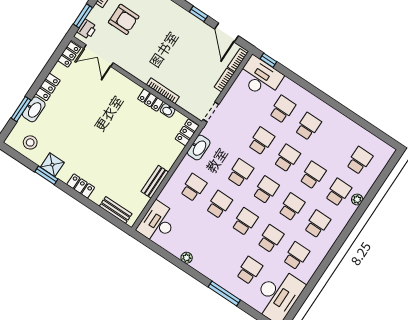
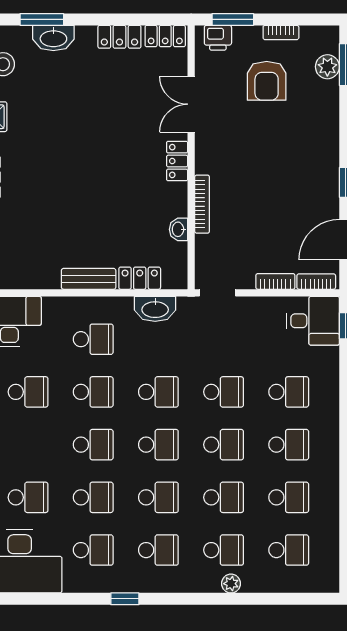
double door: (98, 56) -> (191, 104), moved
desk: (260, 77) -> (313, 321), width x0.73
locker: (48, 87) -> (119, 37), moved
locker: (151, 100) -> (177, 161), moved
locker: (187, 132) -> (140, 278), moved
school desk: (334, 143) -> (289, 497), added
bench: (155, 182) -> (89, 279), moved
school desk: (198, 236) -> (28, 392), added
window: (330, 256) -> (125, 599), added

